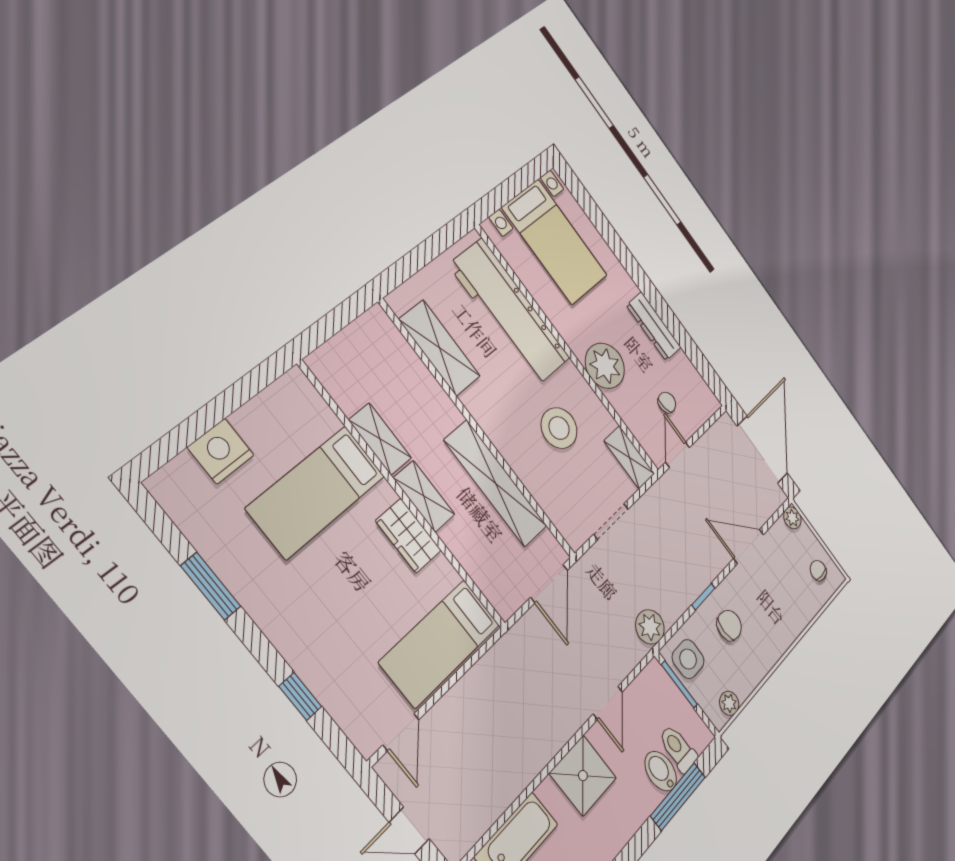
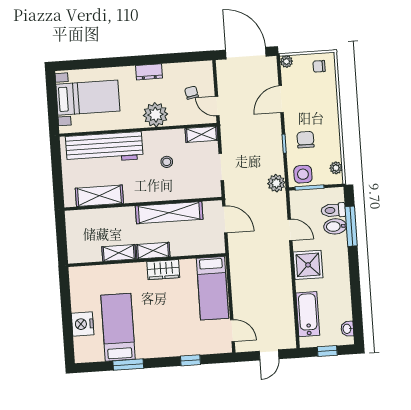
dresser: (654, 326) -> (149, 72), width x0.70
stool: (559, 428) -> (167, 162), width x0.53, depth x0.53
bed: (316, 492) -> (118, 327), moved, turned 180

